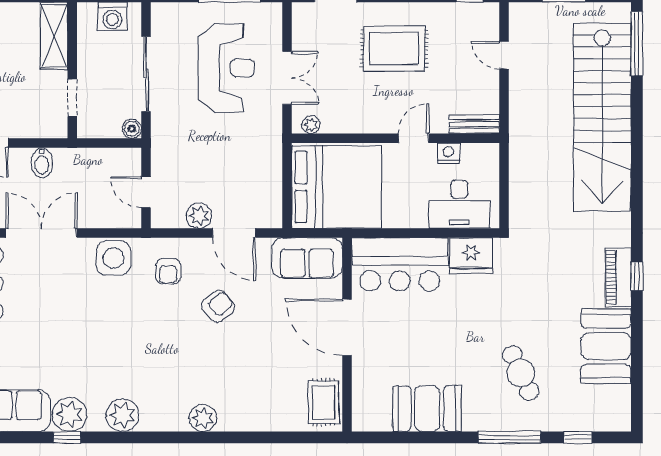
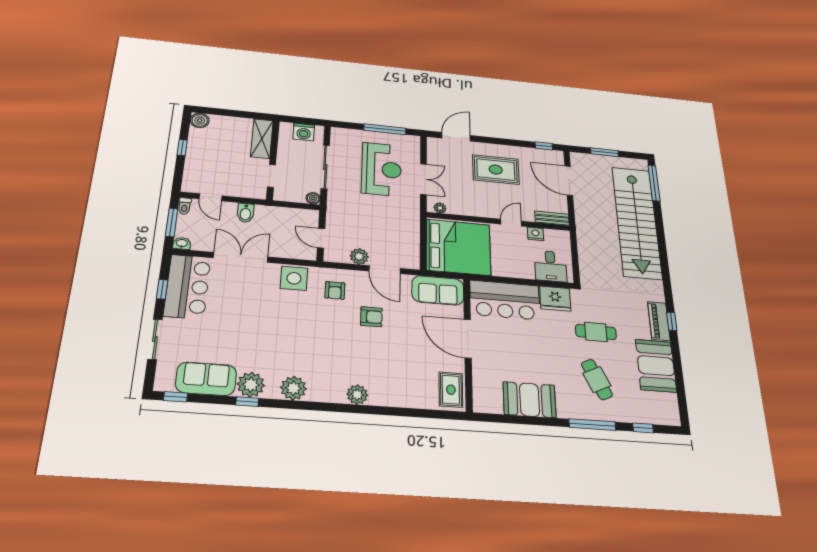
door: (504, 55) -> (569, 181), width x1.87
desk: (459, 204) -> (551, 266), width x0.73
cafe table: (525, 302) -> (596, 332), added
armchair: (218, 306) -> (371, 317), turned 39

